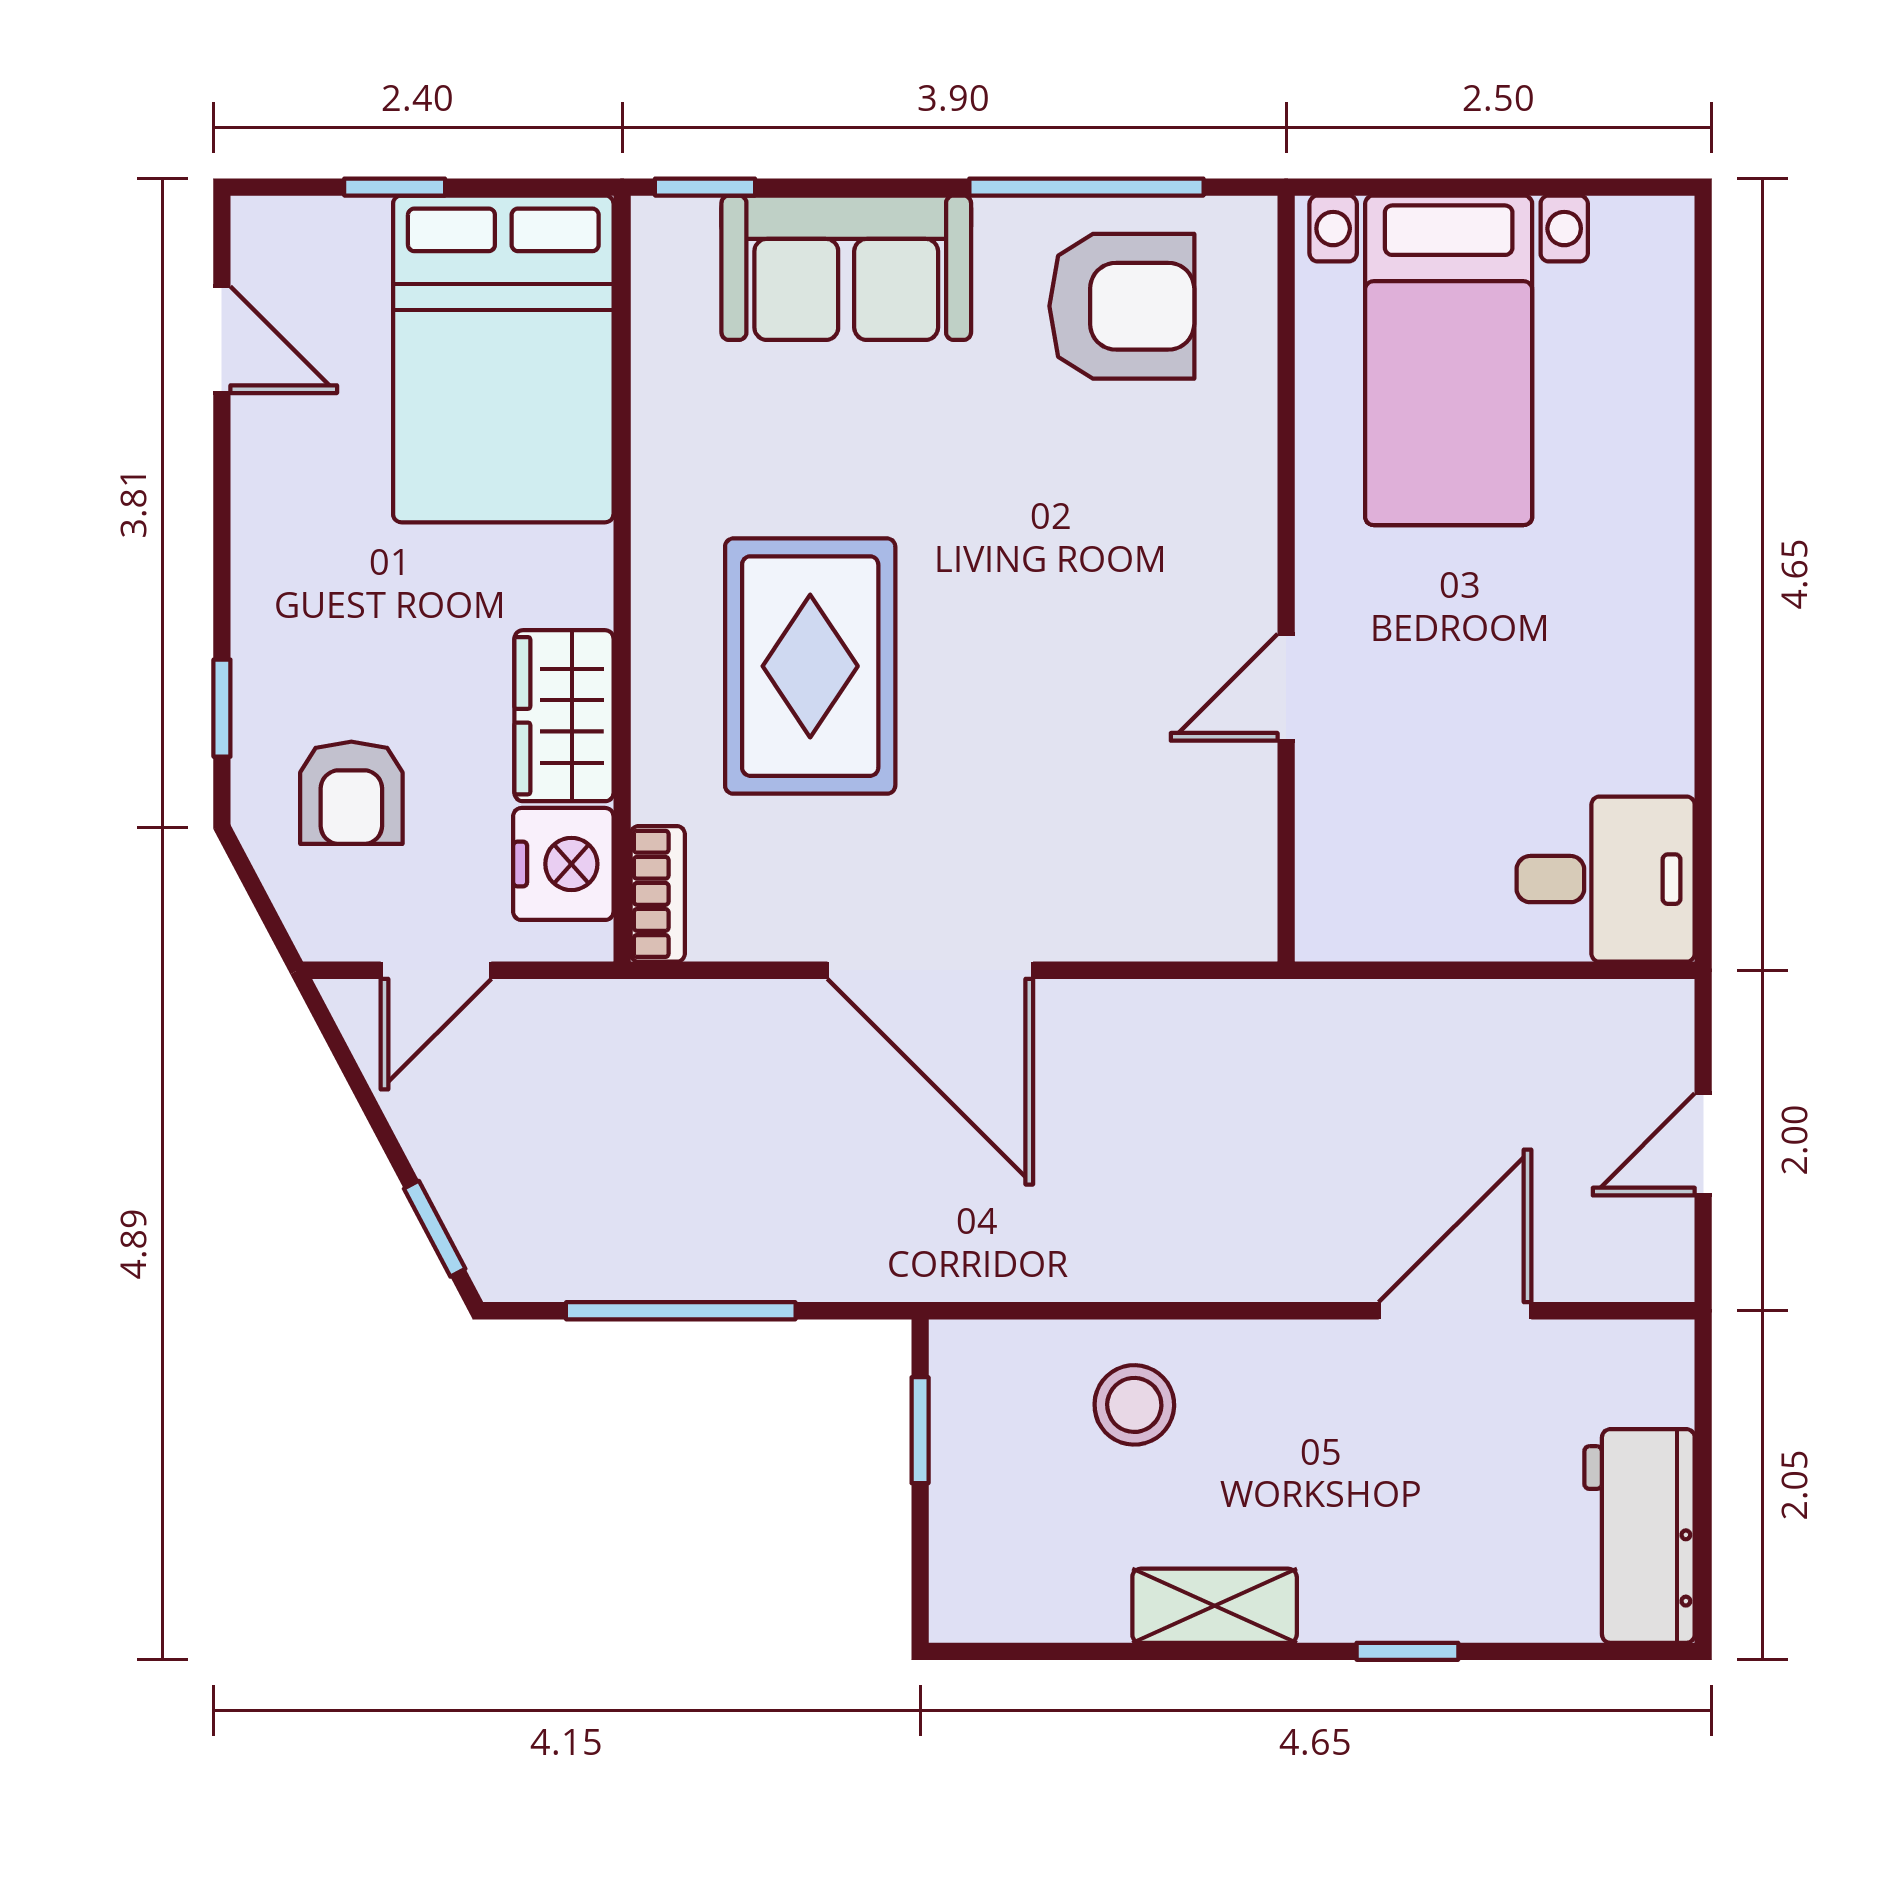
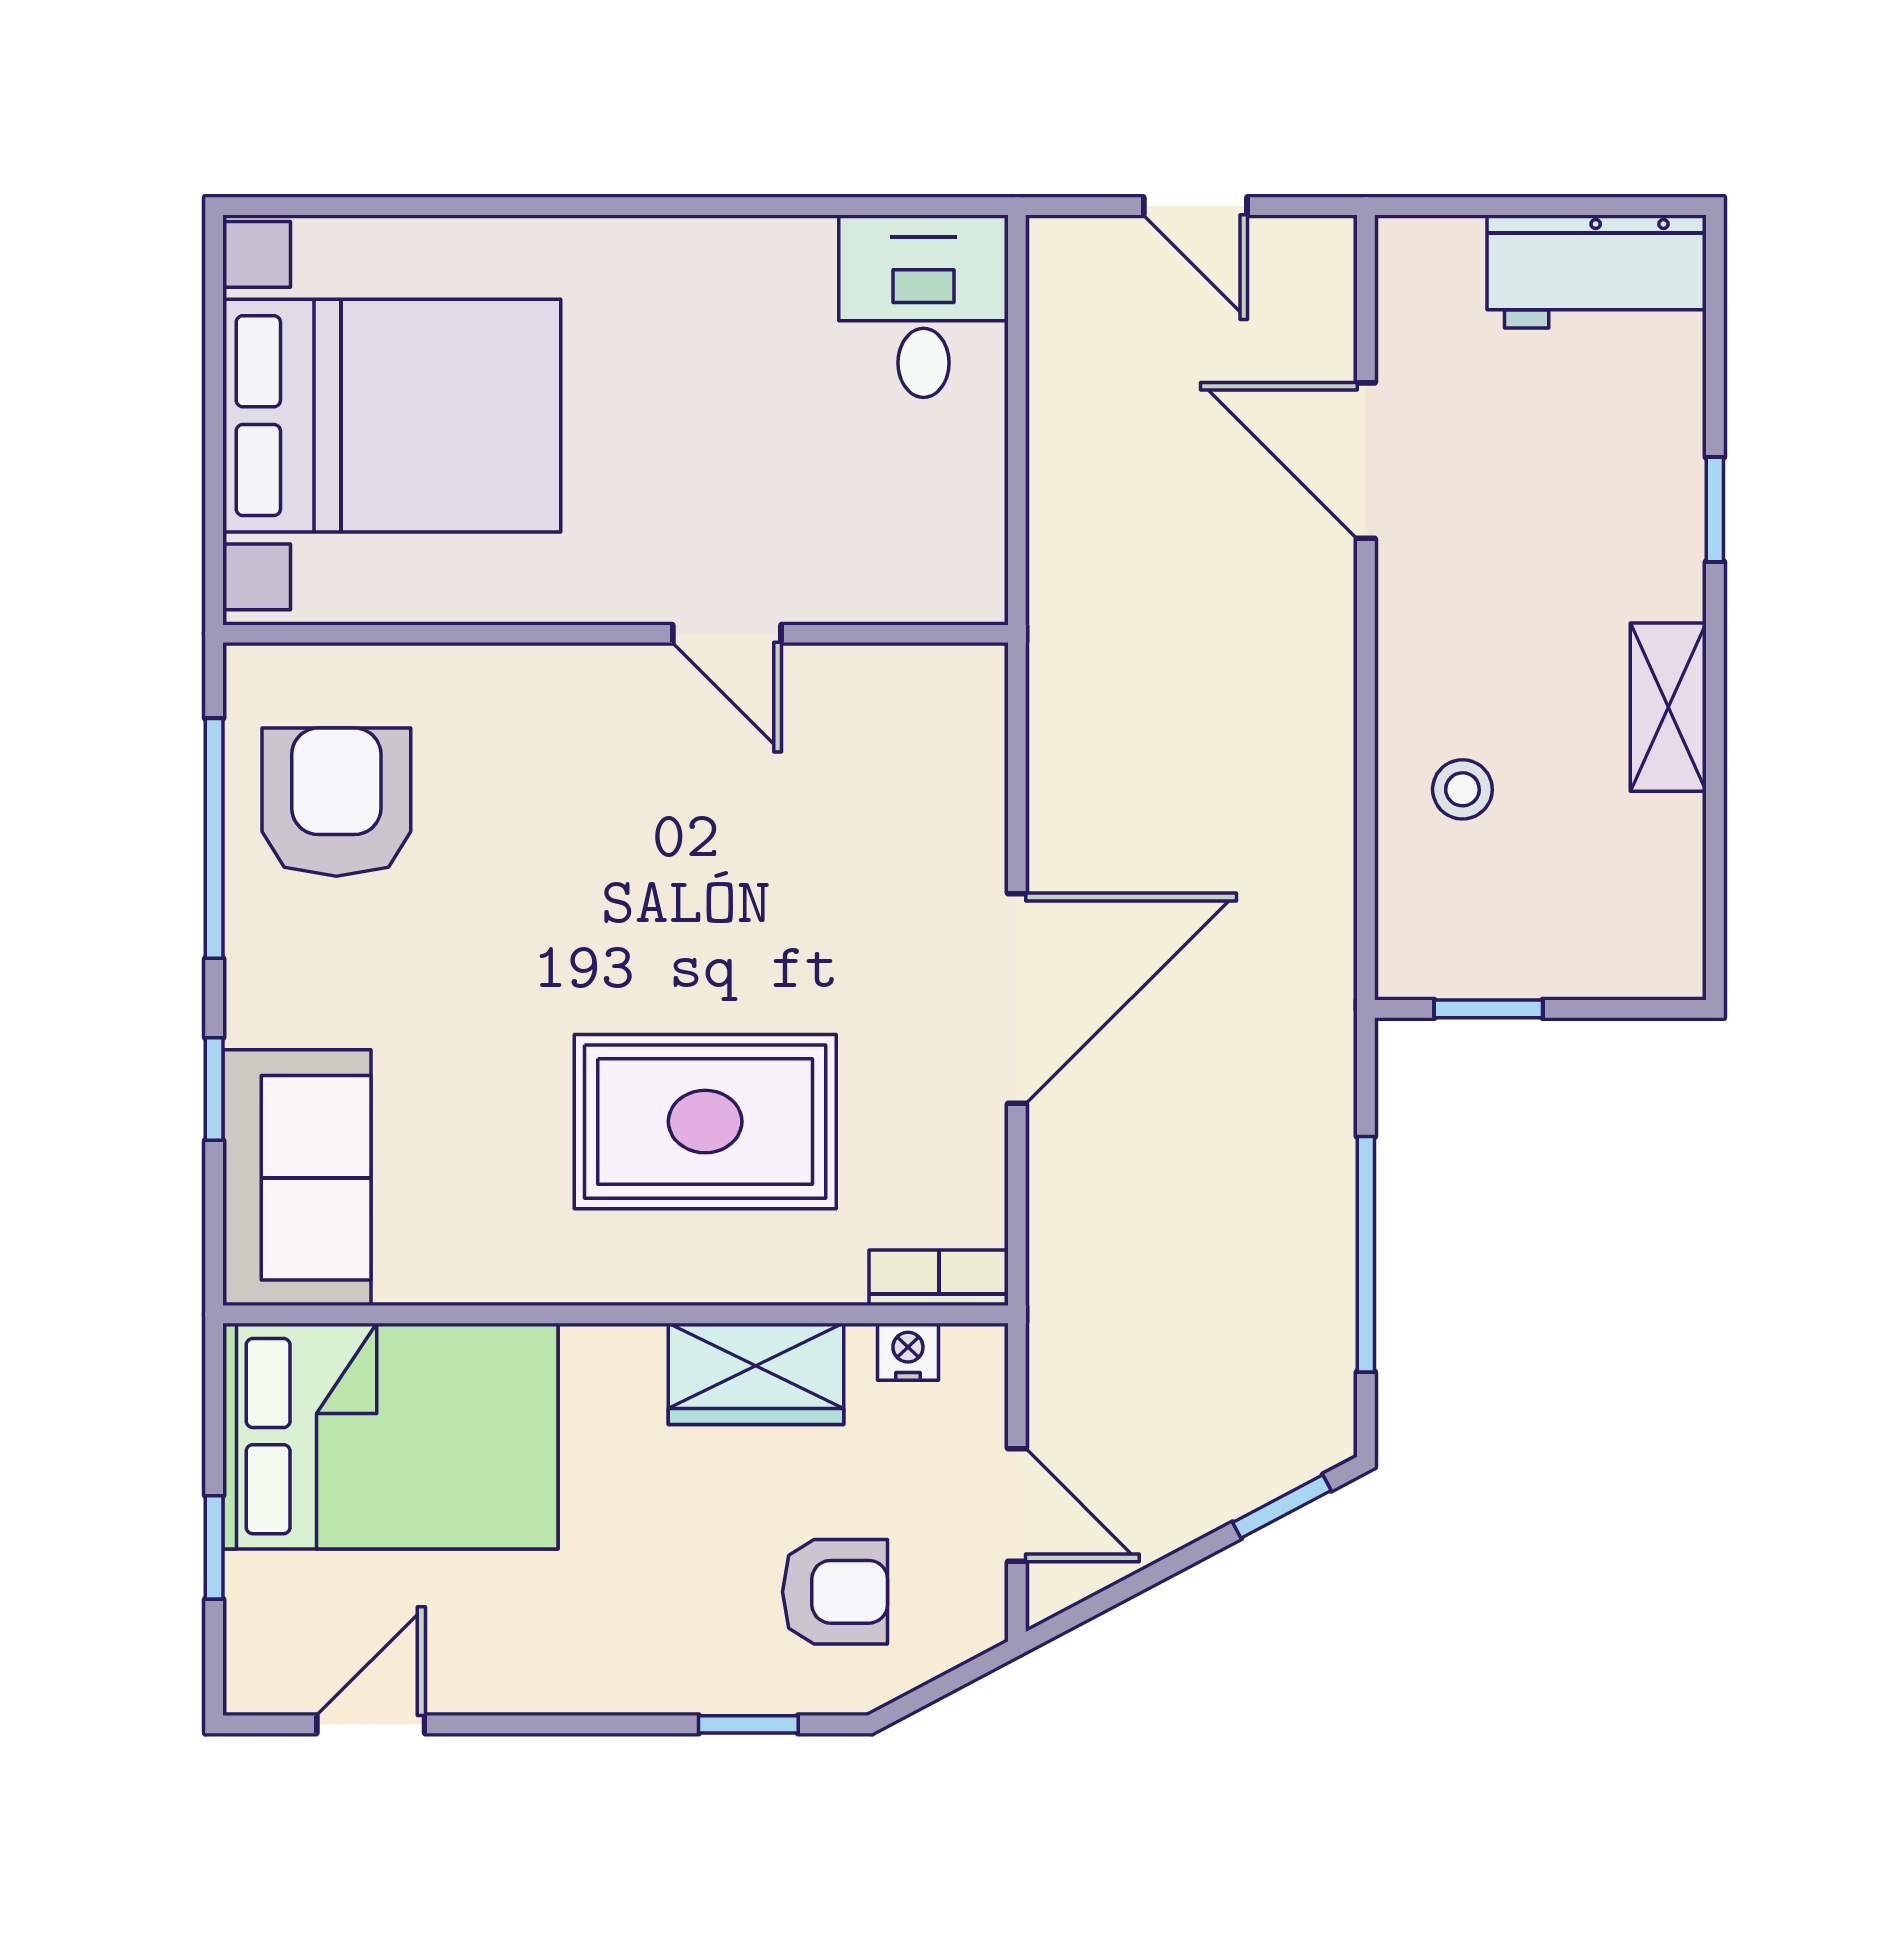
window: (705, 187) -> (214, 1089), moved
sofa: (846, 268) -> (297, 1178), moved
bed with nightstands: (1449, 360) -> (392, 416), width x1.36
nightstand: (563, 864) -> (908, 1352), width x0.53, depth x0.56
stool: (1134, 1405) -> (1462, 789), width x0.73, depth x0.73

